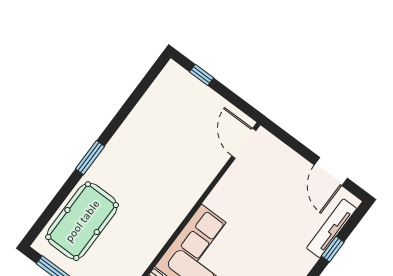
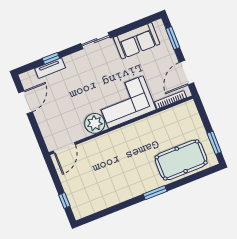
plant: (224, 199) -> (95, 123), added
tv unit: (332, 228) -> (50, 68), width x0.71

